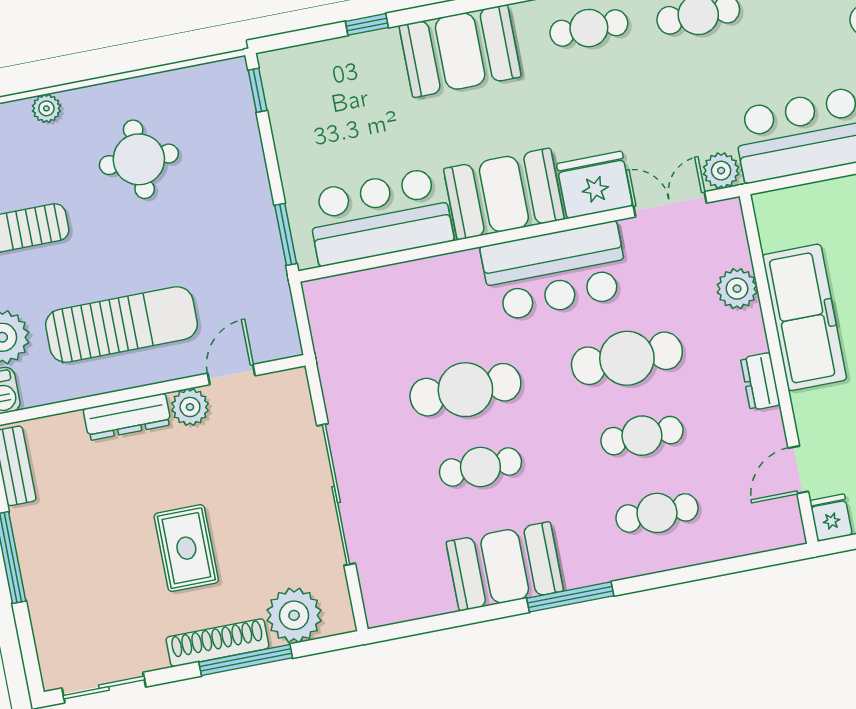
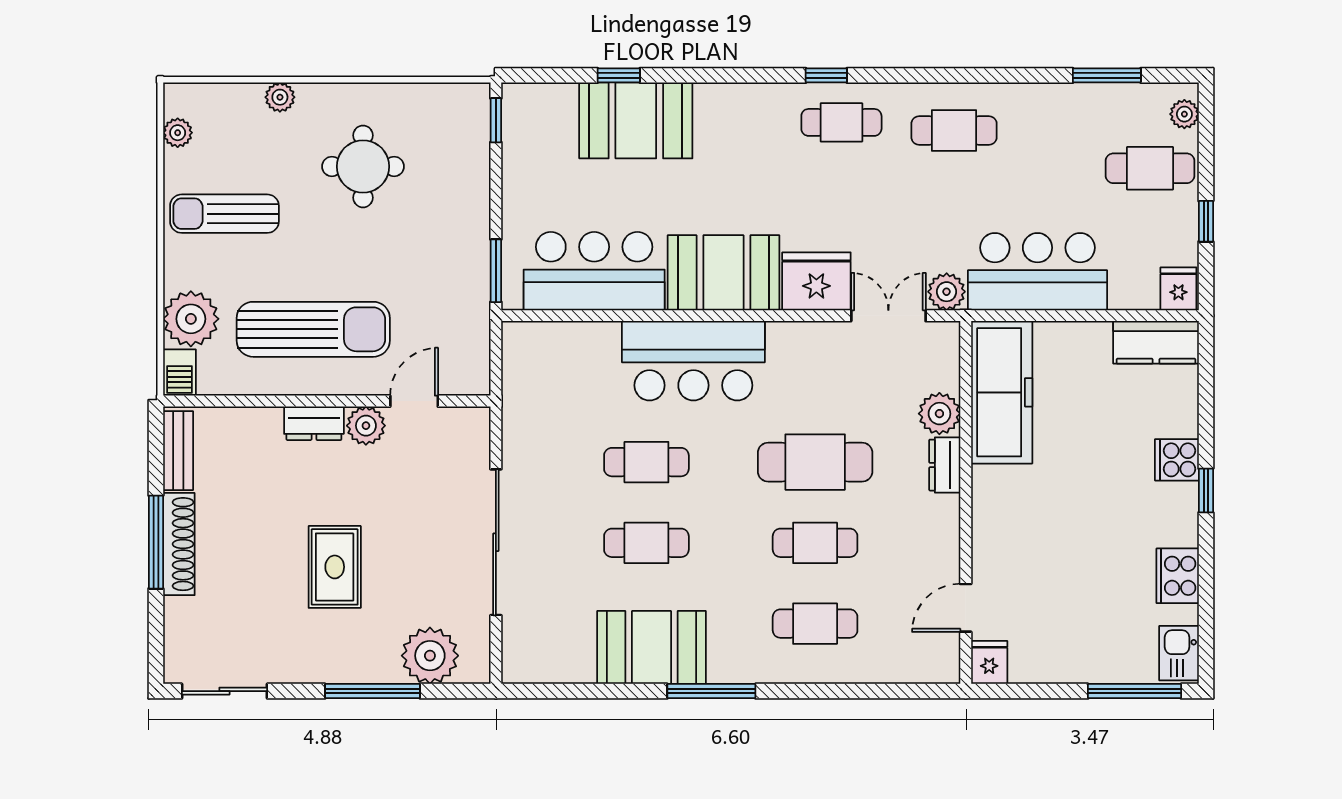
booth: (460, 51) -> (636, 120), moved
bar counter: (555, 271) -> (693, 361), moved
freezer: (804, 317) -> (1002, 392), moved
dresser: (760, 382) -> (945, 465), moved
cafe table: (465, 390) -> (646, 462), width x0.73, depth x0.74
dresser: (127, 417) -> (314, 423), width x0.70
shoe rack: (218, 643) -> (179, 544), moved, turned 90

